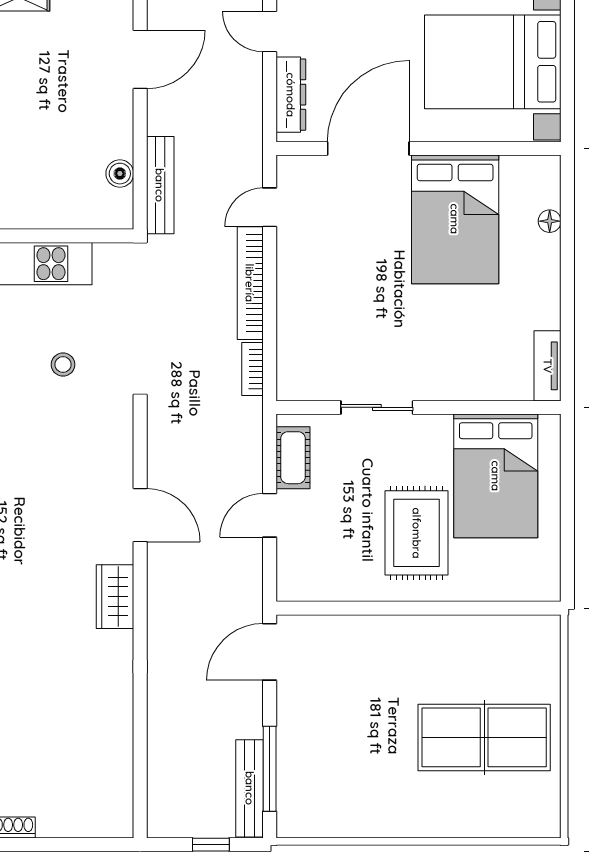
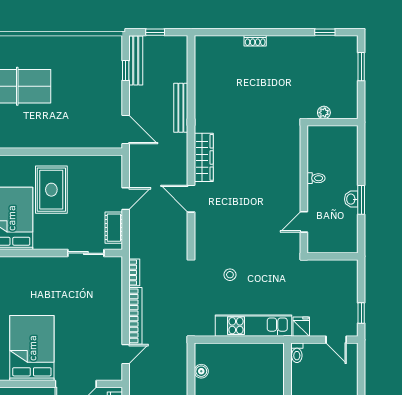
bench: (160, 185) -> (181, 108), moved
sliding door: (377, 407) -> (86, 253), moved
wardrobe: (115, 597) -> (204, 157), width x1.50
door: (270, 652) -> (126, 130), hinge flipped
window: (270, 769) -> (126, 71), width x0.46

